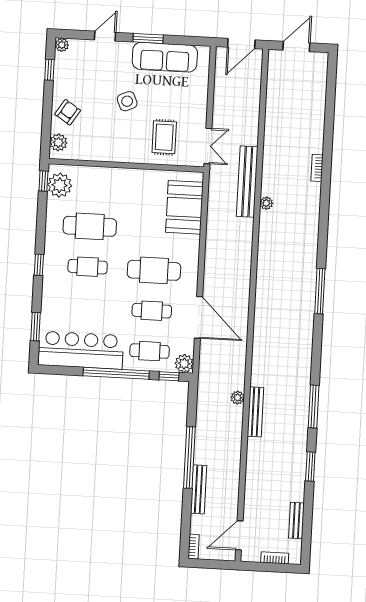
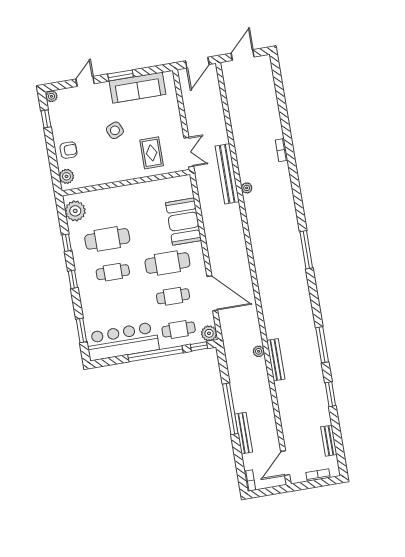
armchair: (68, 112) -> (69, 150), turned 57
window: (43, 181) -> (67, 243), moved
booth: (185, 207) -> (183, 222), moved

